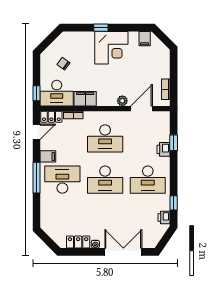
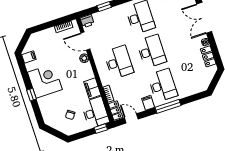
printer: (163, 149) -> (87, 21), moved
desk: (62, 180) -> (163, 85), turned 180

